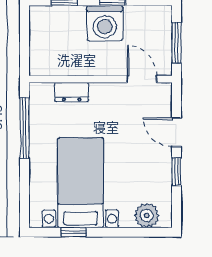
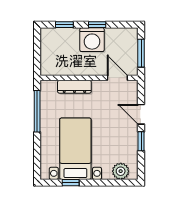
dresser: (72, 92) -> (74, 87), width x1.44

